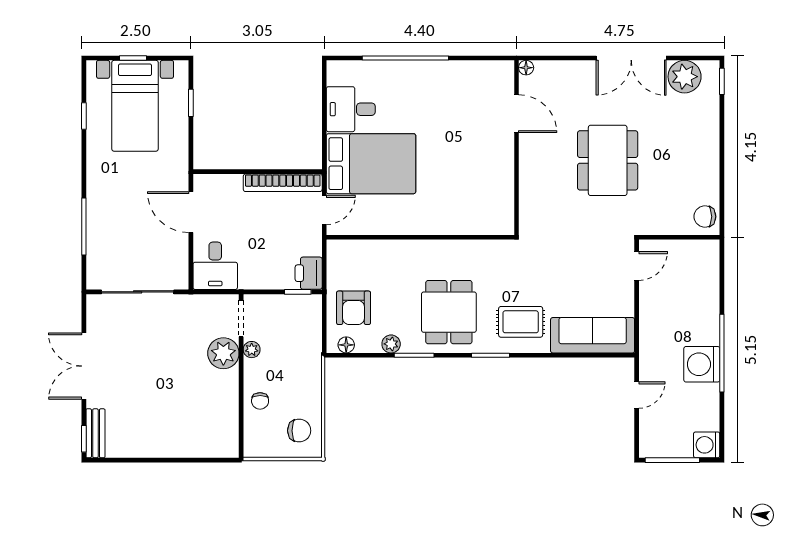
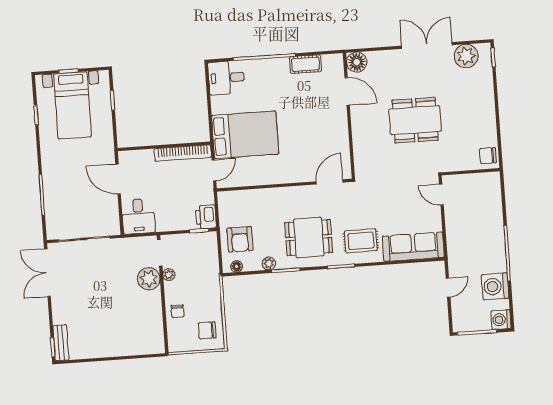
double door: (631, 58) -> (427, 45), swing flipped
floor lamp: (526, 68) -> (357, 62), width x1.89, depth x1.89
cot: (461, 72) -> (305, 64), added
desk: (351, 109) -> (226, 78), moved
dining table: (608, 160) -> (415, 120), turned 90
door: (483, 237) -> (330, 182), added
door: (637, 266) -> (441, 195), swing flipped
dining table: (449, 312) -> (309, 238), turned 90
washing machine: (702, 364) -> (495, 286), moved
double door: (84, 366) -> (47, 273), moved
chair: (299, 431) -> (207, 330), turned 180

